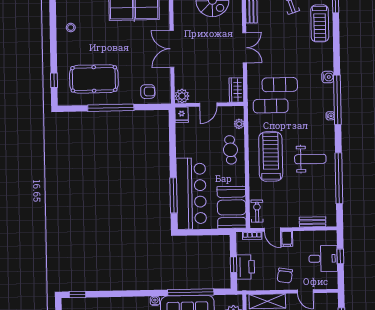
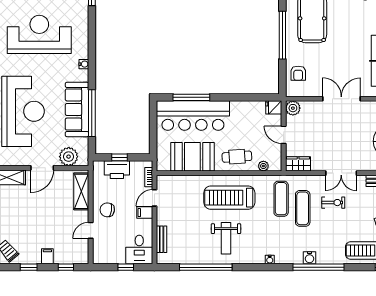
window: (337, 100) -> (318, 267), moved
treadmill: (271, 156) -> (229, 198), turned 180
booth: (232, 207) -> (192, 157), moved
exercise bike: (257, 211) -> (333, 203), moved
desk: (323, 259) -> (139, 249), moved
water cooler: (155, 301) -> (84, 64), moved

